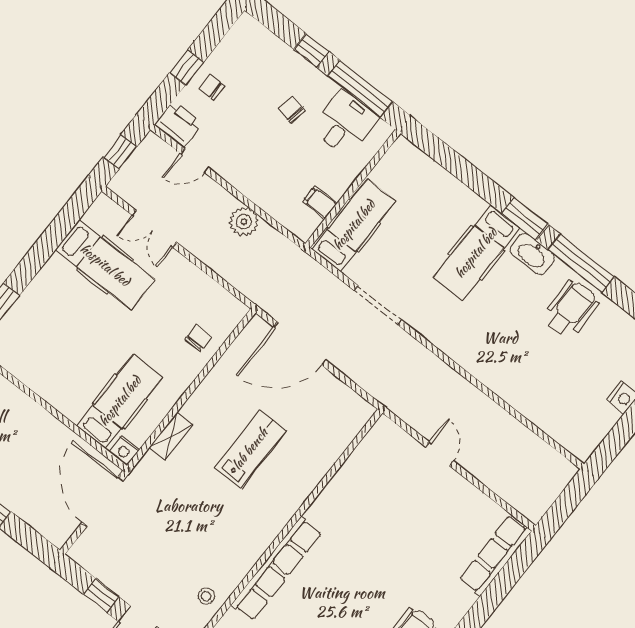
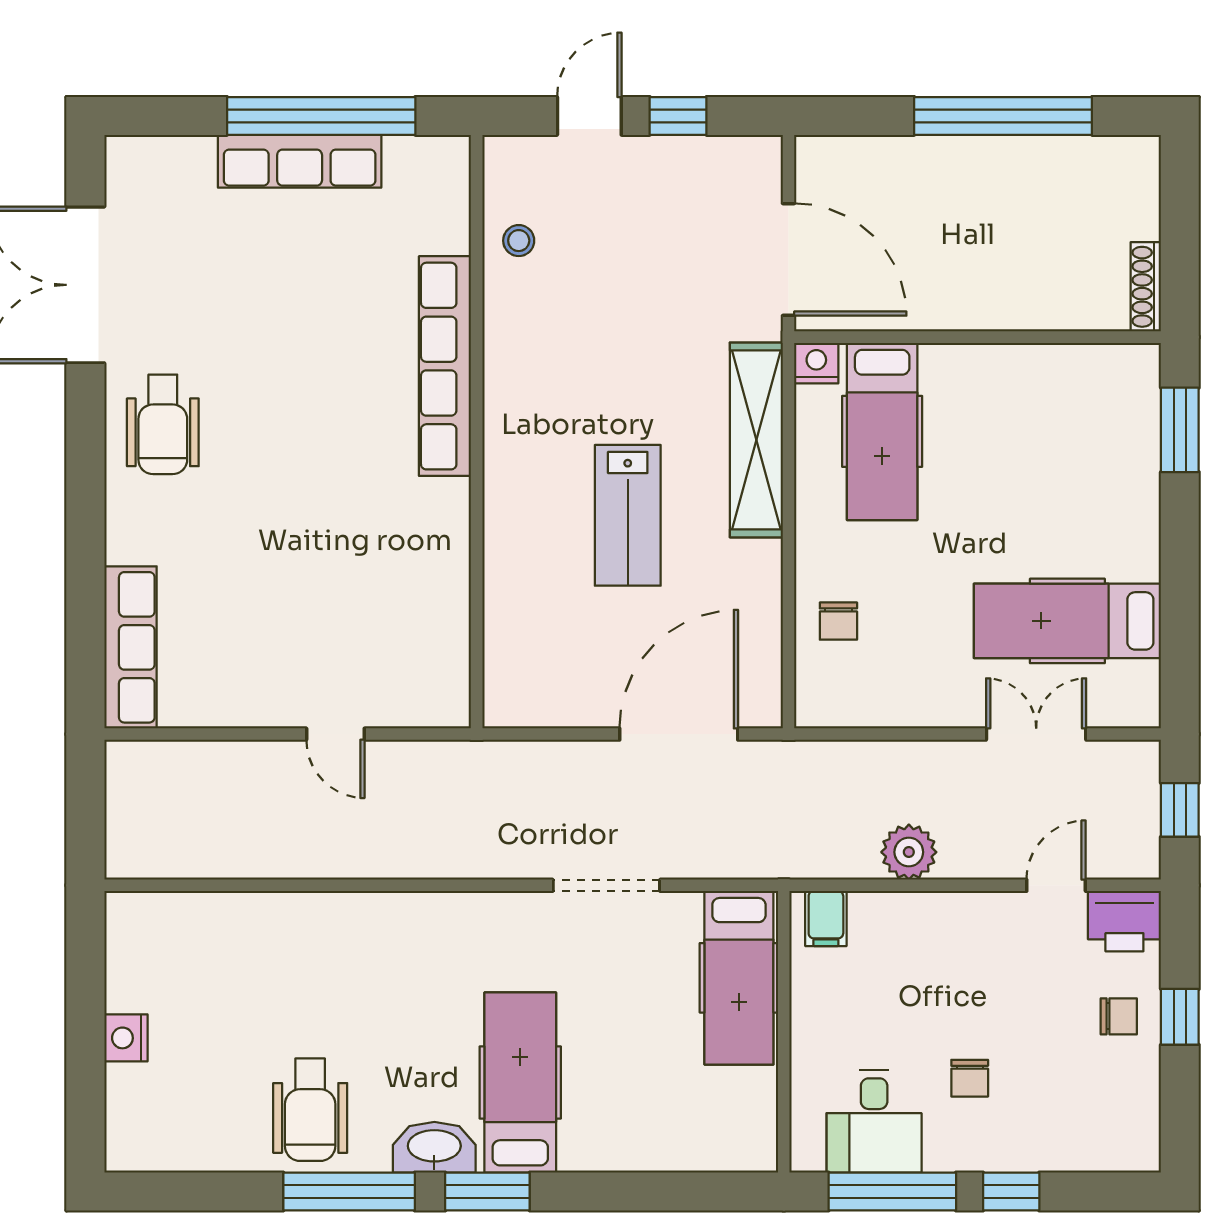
chair: (292, 110) -> (970, 1078), turned 78
filing cabinet: (320, 203) -> (826, 919), moved, turned 90
shelving: (171, 436) -> (756, 440), width x2.20, depth x1.33

